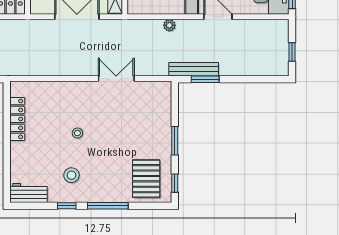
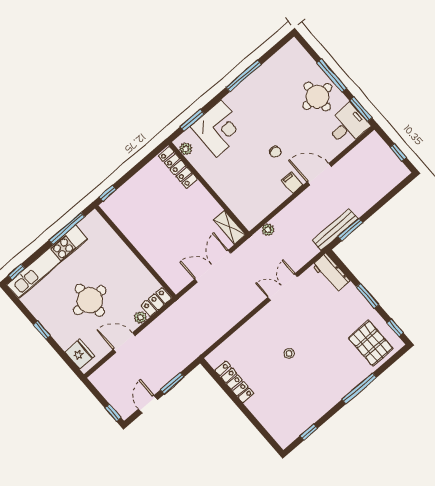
plant: (169, 25) -> (268, 230), moved
stool: (72, 175) -> (312, 389), removed
workbench: (29, 193) -> (331, 273), moved, turned -90
window: (67, 206) -> (309, 432), moved

